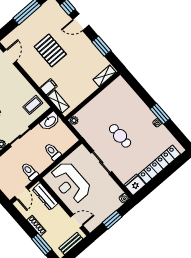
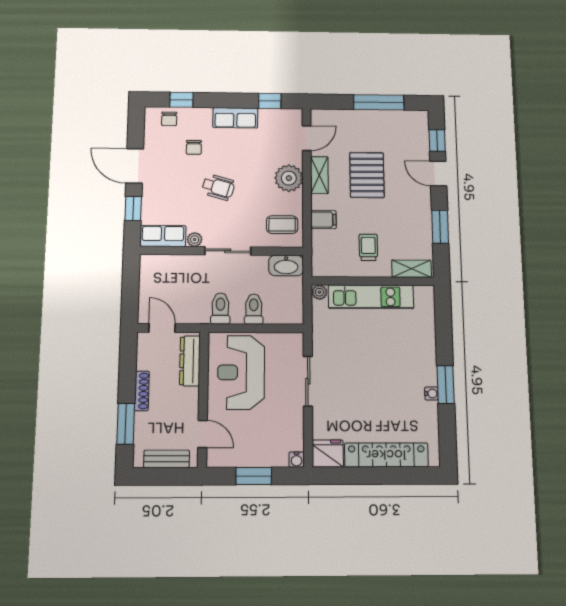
plant: (18, 82) -> (289, 178), added
trolley: (78, 83) -> (368, 247), added
shelving: (58, 102) -> (319, 175), moved
kitchen unit: (98, 103) -> (371, 297), added
cafe table: (120, 136) -> (365, 367), removed
toilet: (30, 171) -> (220, 309), moved
door: (21, 193) -> (162, 328), swing flipped

